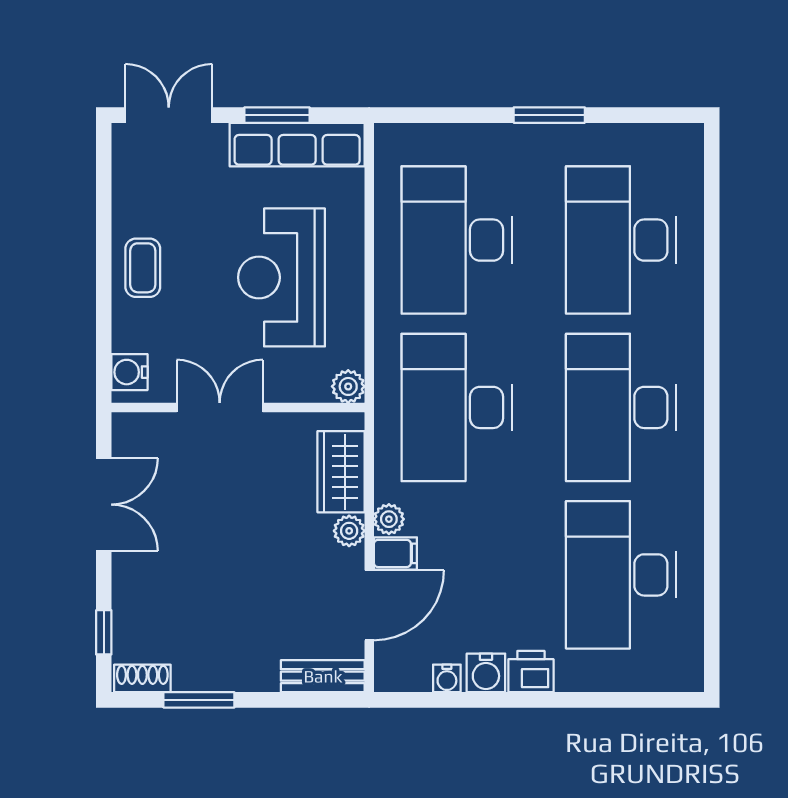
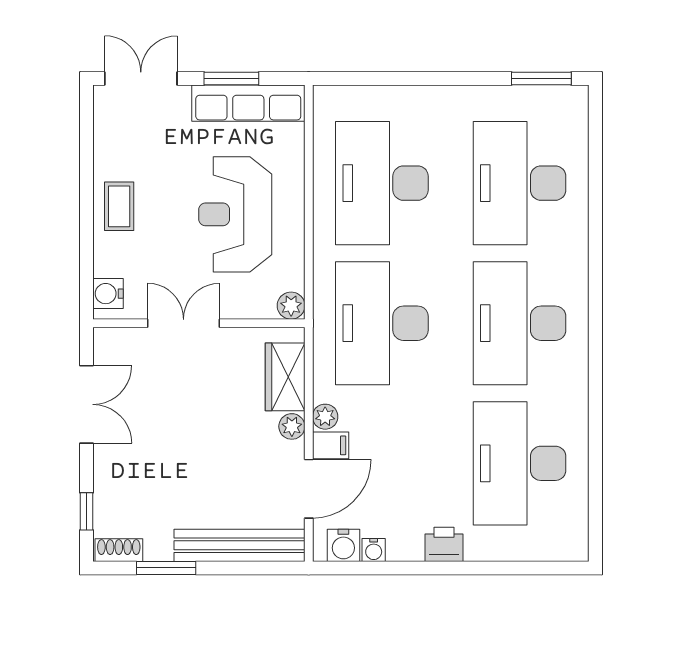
window: (549, 115) -> (541, 78), moved
water cooler: (486, 673) -> (343, 545), moved
bench: (323, 676) -> (239, 545), width x1.86, depth x1.21

